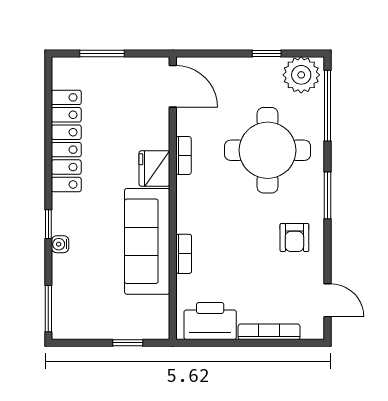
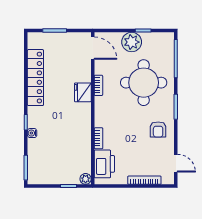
plant: (301, 75) -> (132, 42), moved
sofa: (147, 241) -> (79, 131), removed
printer: (210, 321) -> (104, 164), moved, turned 90
plant: (159, 330) -> (86, 179), added

